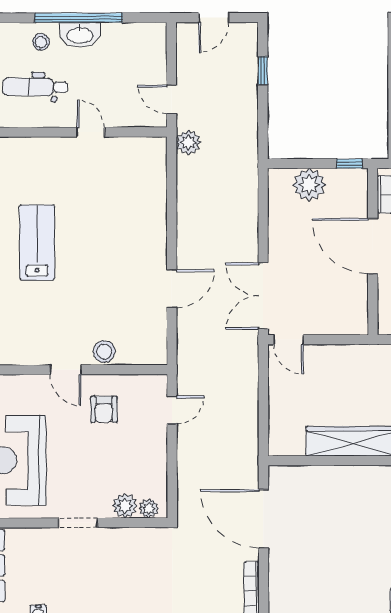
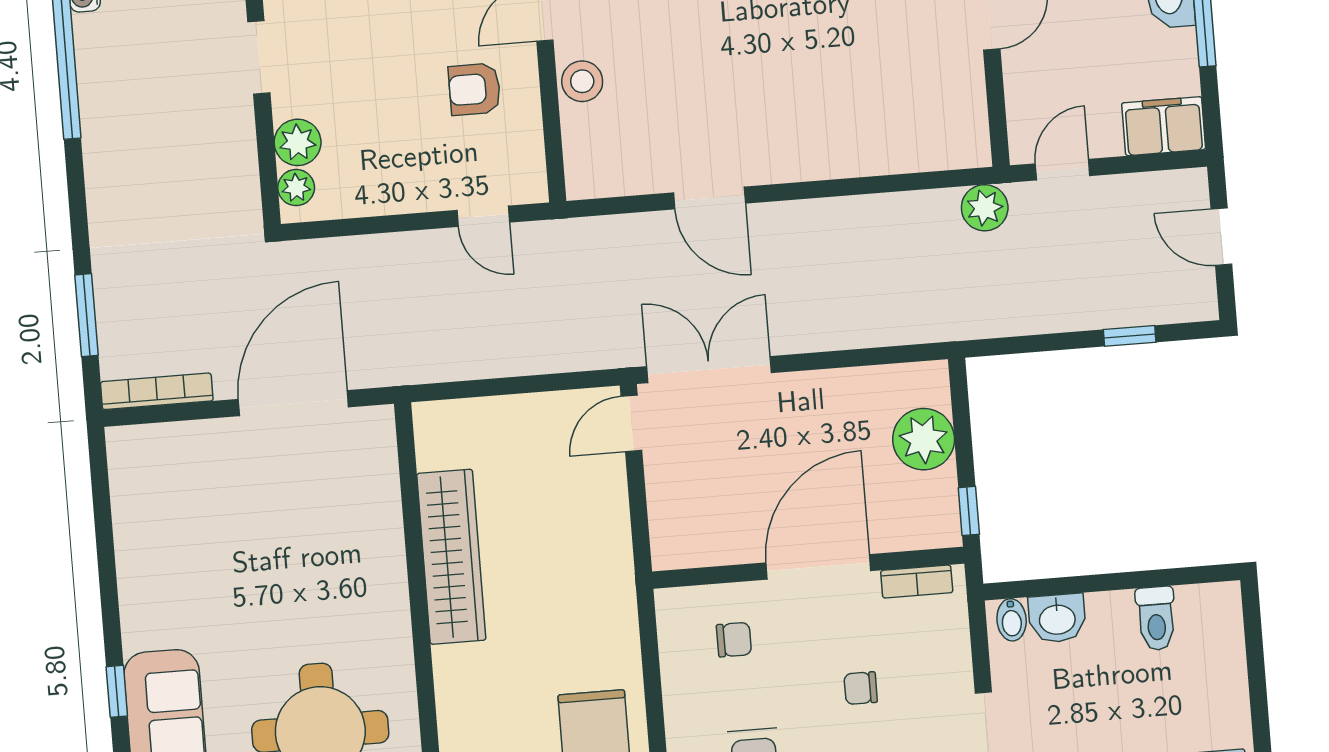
filing cabinet: (152, 44) -> (1164, 126), added

